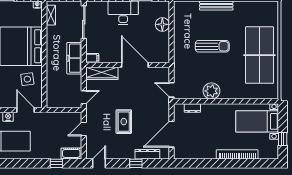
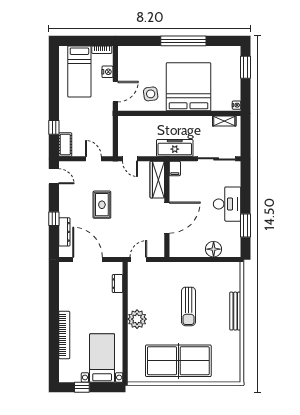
plant: (211, 91) -> (137, 319), moved
rug: (124, 122) -> (102, 205), turned 90

